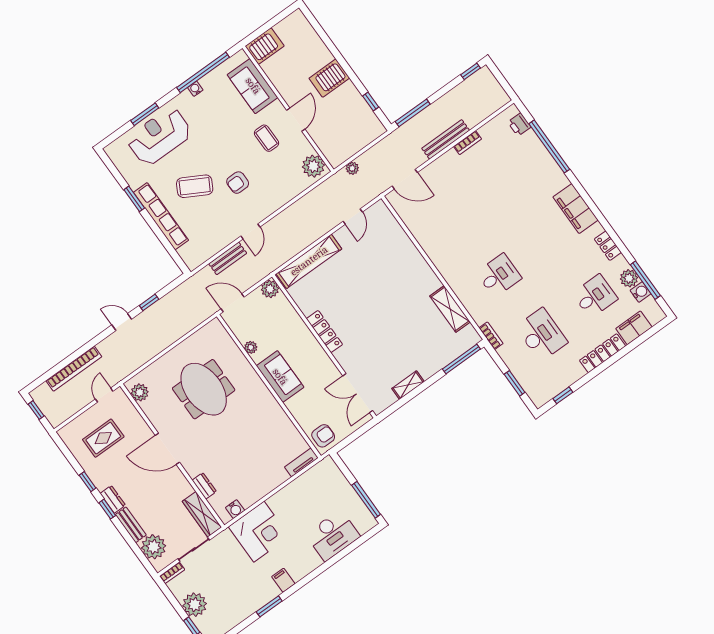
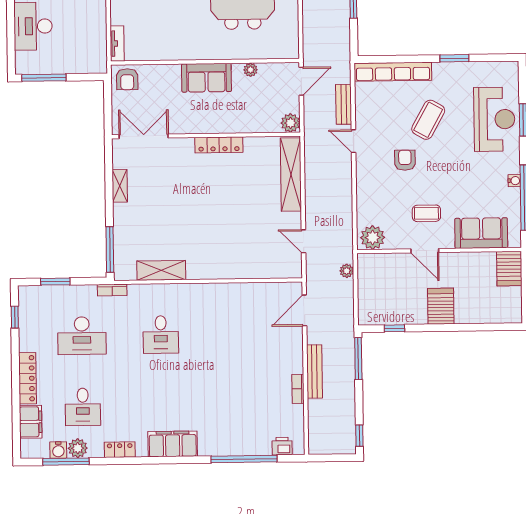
row of seats: (161, 216) -> (393, 72), moved

